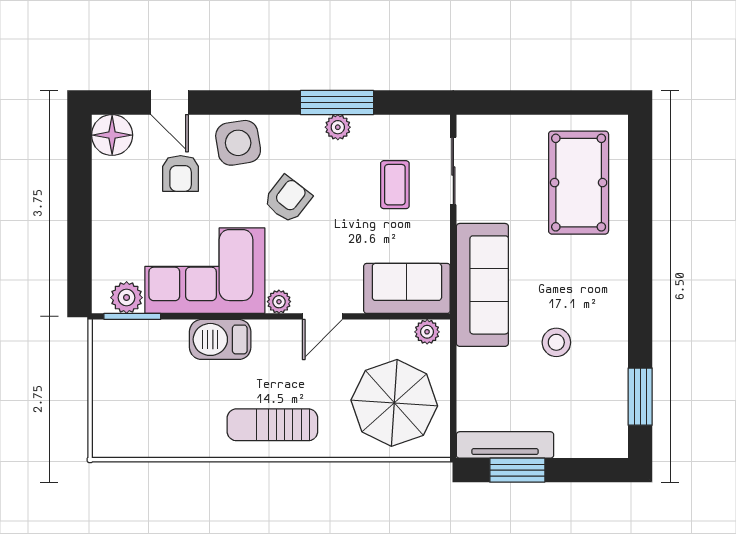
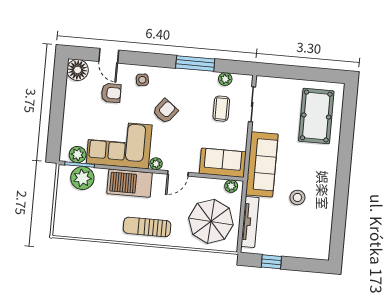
plant: (338, 127) -> (225, 79), moved
side table: (238, 143) -> (142, 80), width x0.54, depth x0.54
armchair: (181, 173) -> (111, 93), turned -90
barbecue: (220, 339) -> (130, 183), width x1.37, depth x1.21
plant: (140, 342) -> (82, 178), added
window: (640, 397) -> (338, 229), removed
tv unit: (505, 445) -> (250, 222), moved, turned 90
window: (517, 470) -> (271, 262), width x0.67

